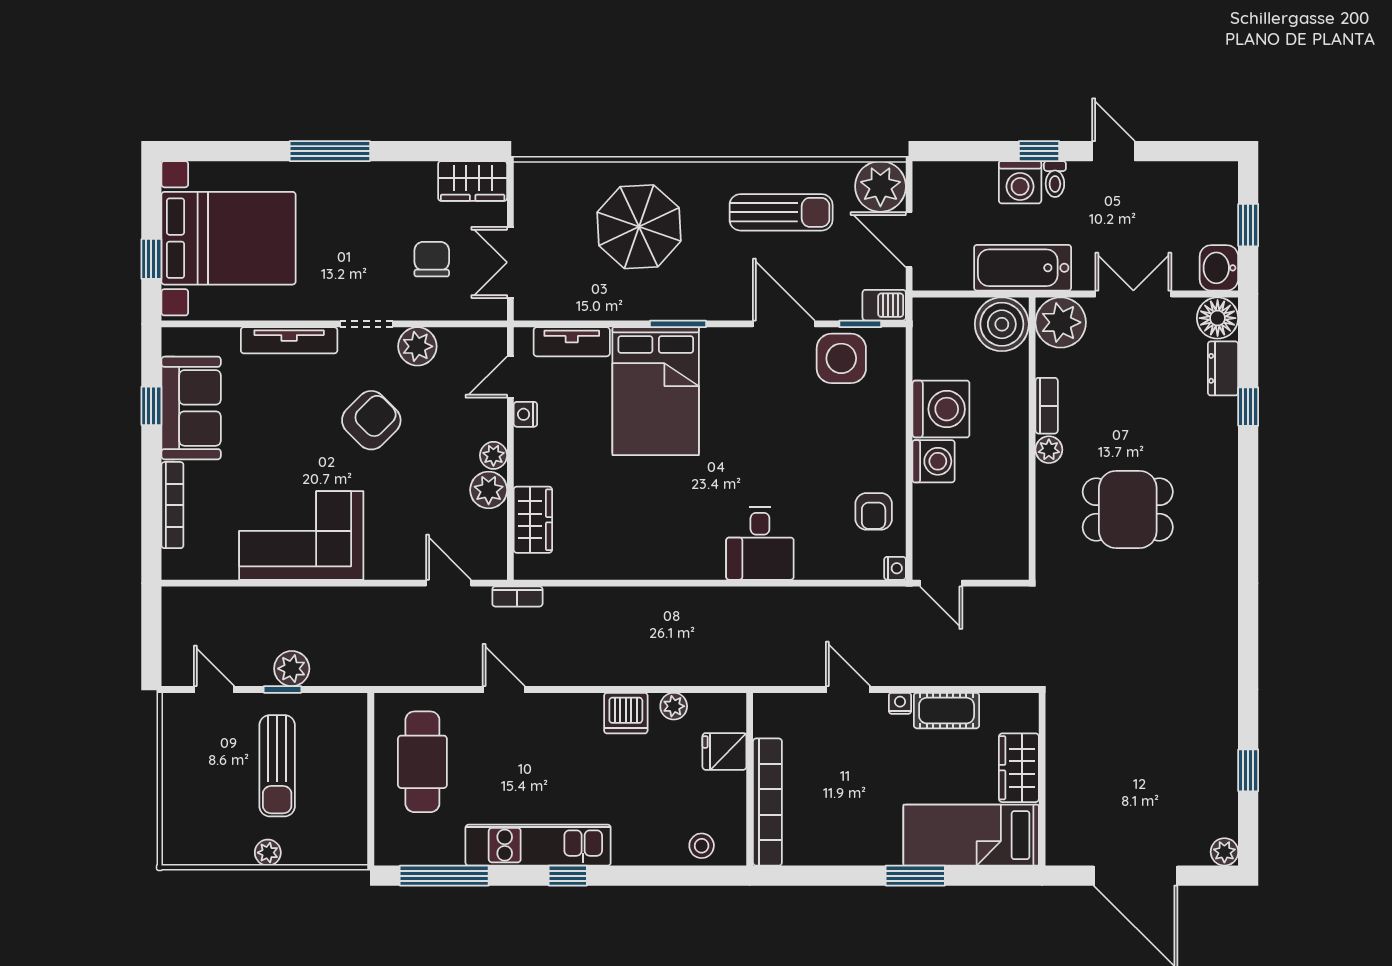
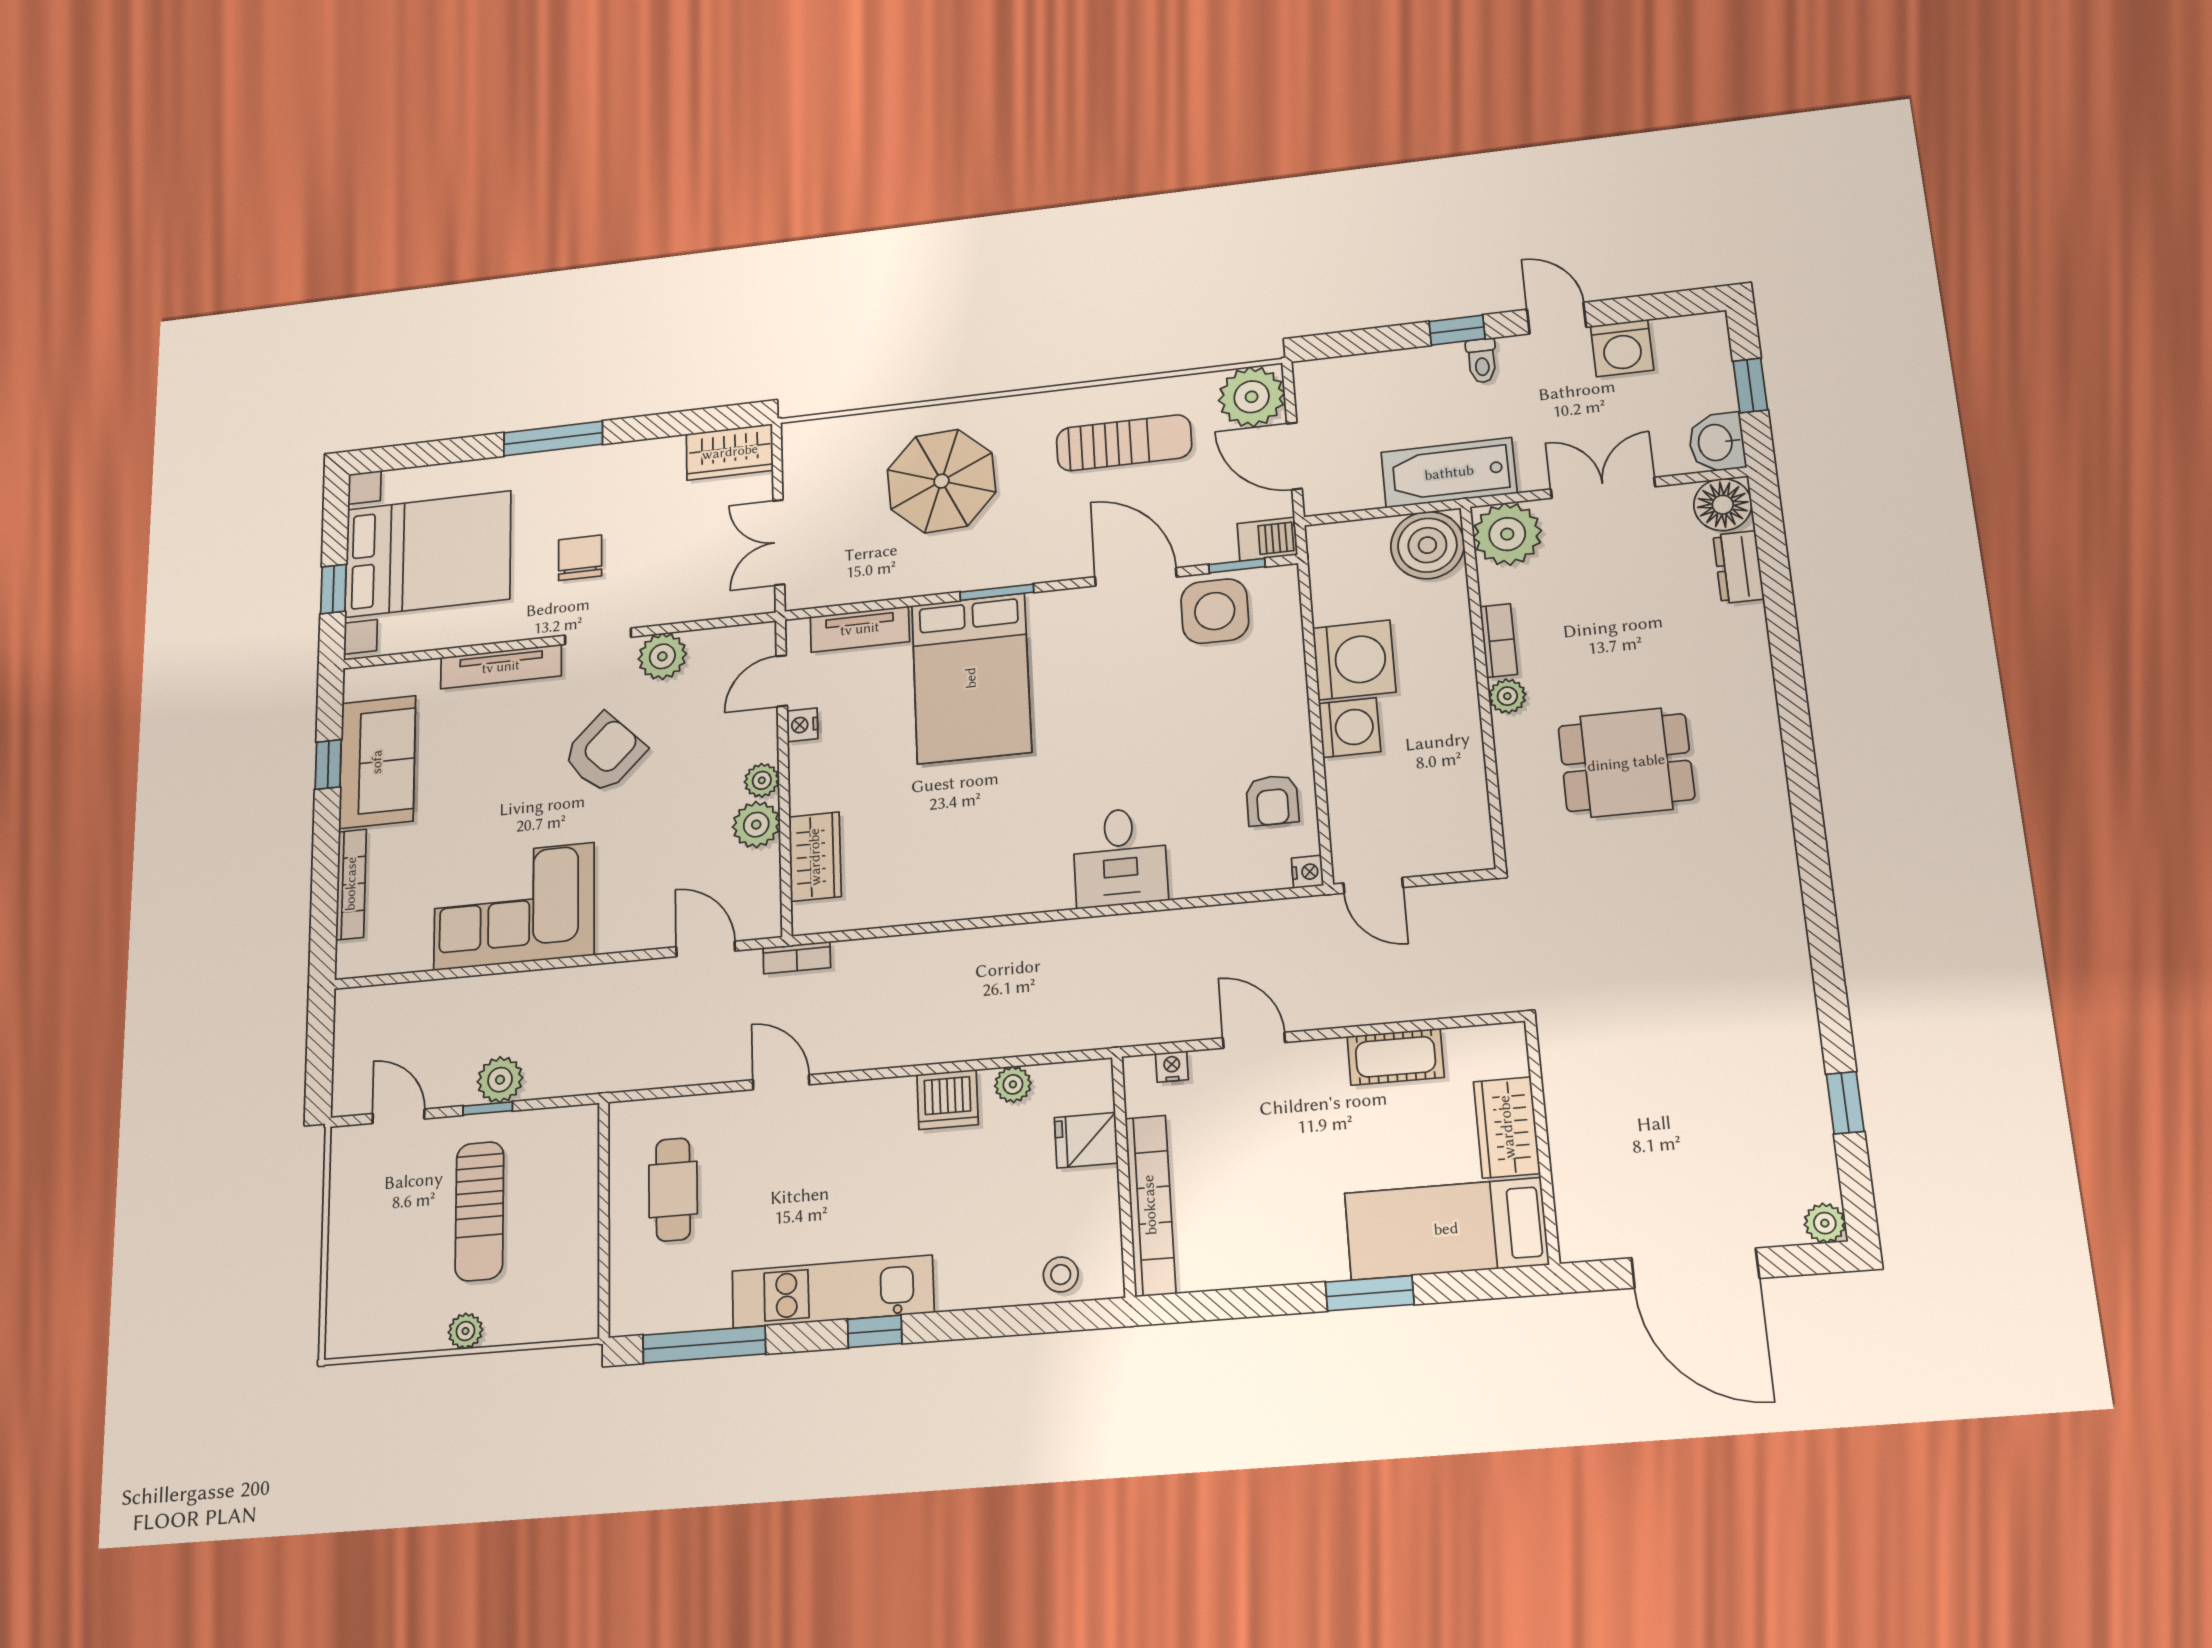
washing machine: (1020, 182) -> (1622, 348), moved
chair: (432, 259) -> (580, 558), moved
window: (1248, 407) -> (1780, 612), removed
nightstand: (900, 703) -> (1172, 1067), moved
cafe table: (422, 762) -> (673, 1189), width x0.73, depth x0.74

